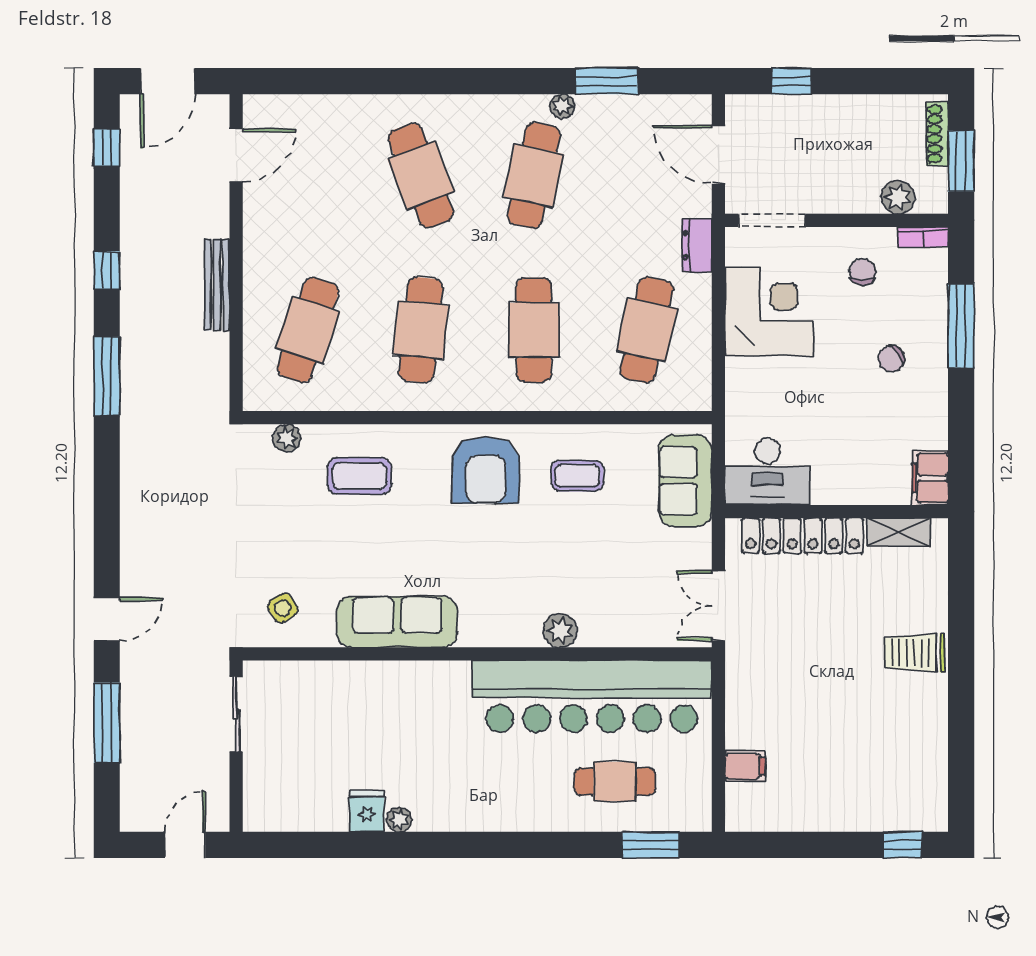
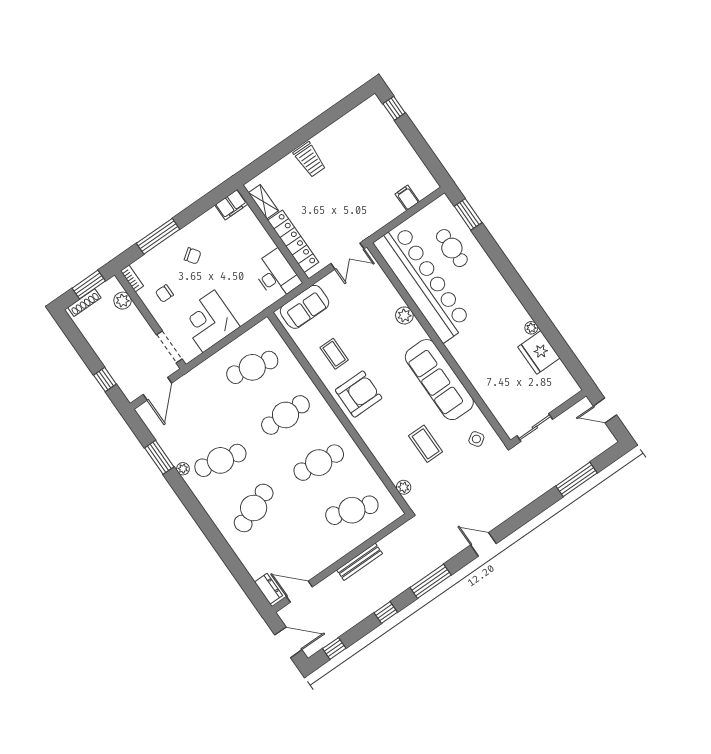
dresser: (697, 245) -> (268, 589), moved, turned -90
coffee table: (359, 476) -> (426, 444), moved
door: (107, 619) -> (484, 544), moved
sofa: (397, 622) -> (439, 380), width x1.36, depth x1.27
fridge: (367, 811) -> (539, 352), width x1.88, depth x1.34

